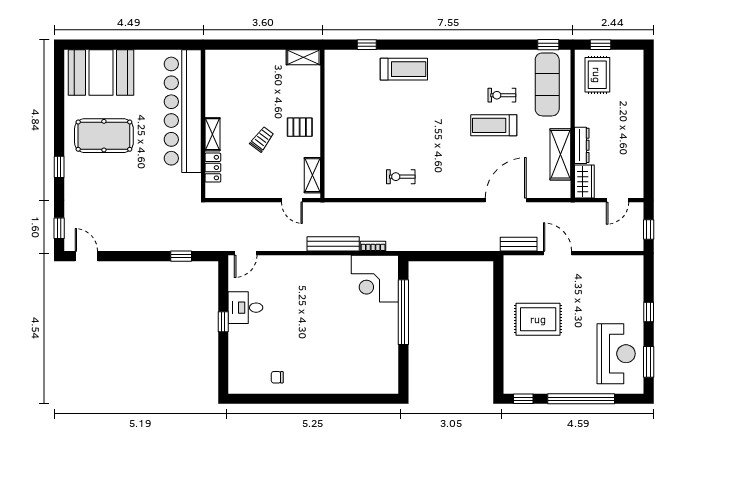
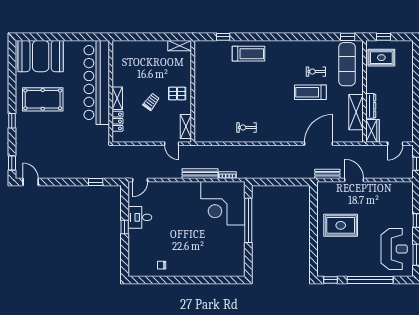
rug: (597, 75) -> (381, 58), turned 90
corner desk: (375, 279) -> (223, 203), width x1.36, depth x1.36

